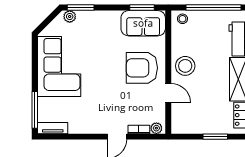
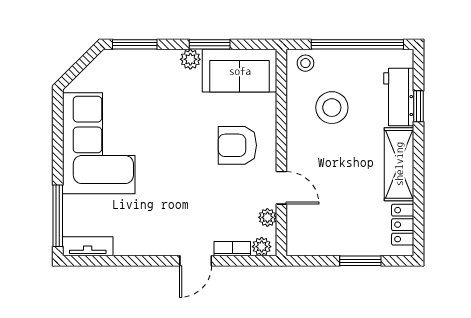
window: (142, 8) -> (210, 44), moved
plant: (70, 17) -> (190, 59), moved
stool: (185, 66) -> (332, 108), moved
armchair: (142, 68) -> (237, 145), width x0.73, depth x0.73
plant: (160, 111) -> (267, 217), added

